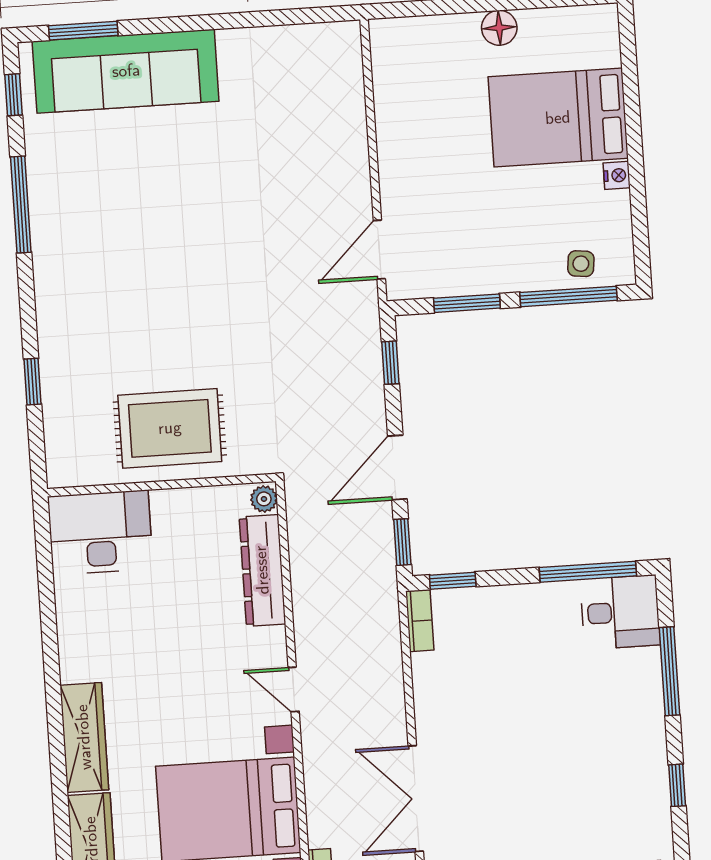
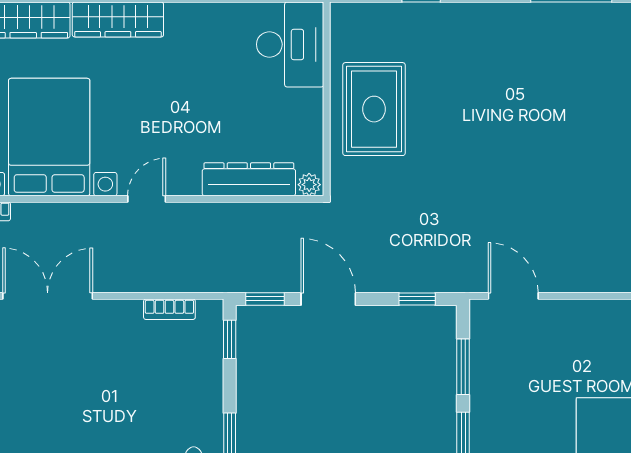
bookcase: (420, 621) -> (169, 309), moved

